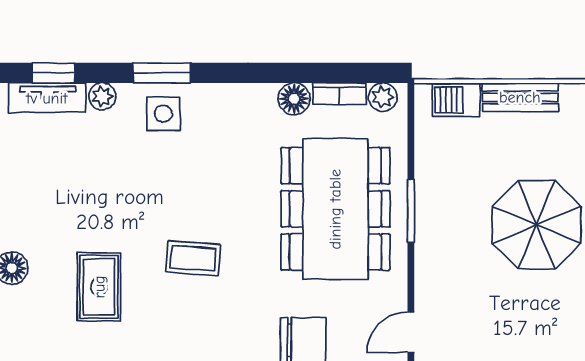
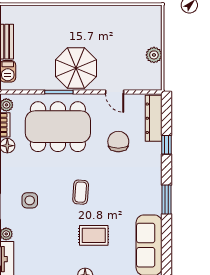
side table: (163, 114) -> (30, 200), moved
parasol: (537, 225) -> (76, 68), moved

